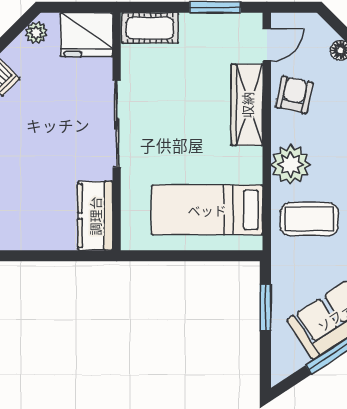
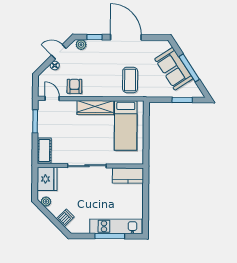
armchair: (294, 95) -> (74, 86), turned 78
wardrobe: (247, 105) -> (95, 108), moved
plant: (291, 165) -> (106, 88), removed
window: (265, 308) -> (182, 100), moved

